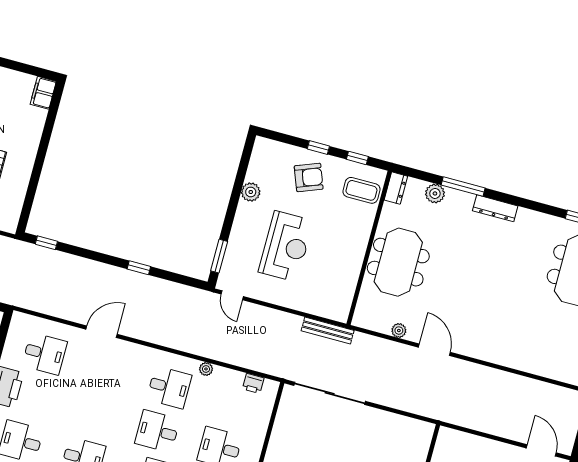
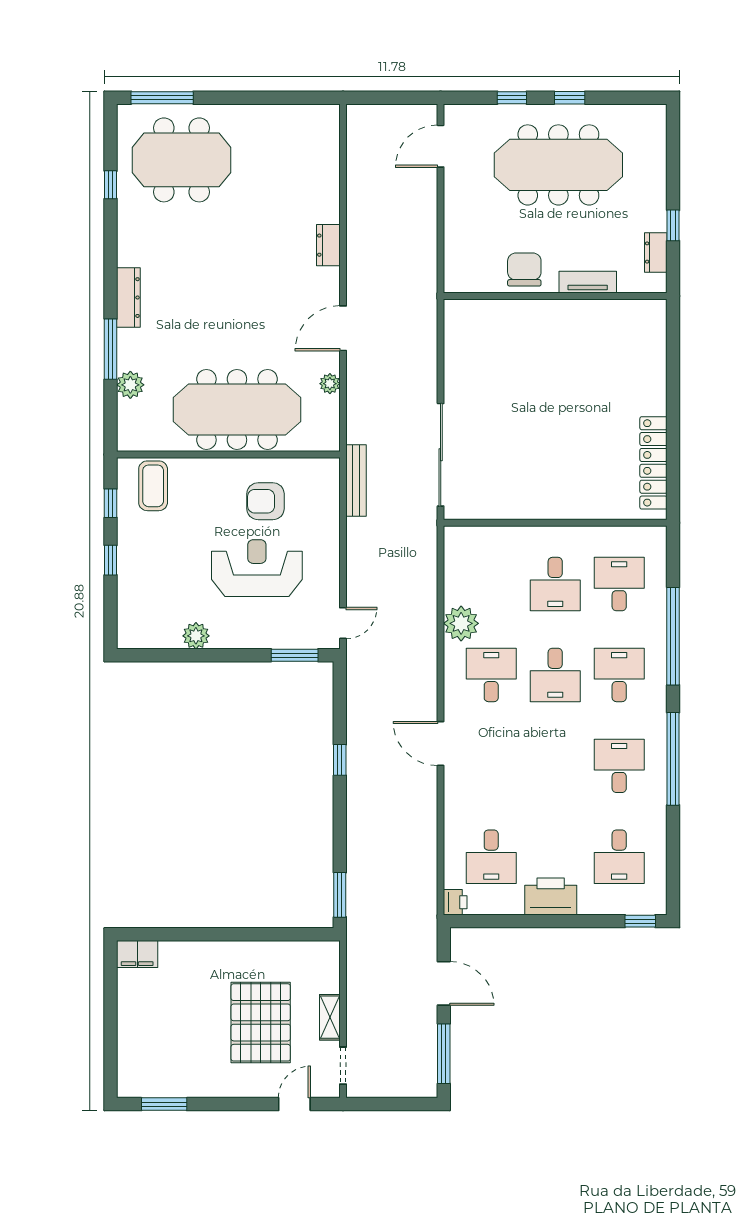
armchair: (309, 177) -> (265, 501), moved, turned -69
dresser: (396, 188) -> (328, 245), moved, turned -90
window: (46, 243) -> (340, 895), width x1.50
meeting table: (398, 262) -> (237, 409), width x1.36
door: (102, 332) -> (441, 744), moved
desk: (45, 354) -> (491, 857), turned 180
plant: (206, 369) -> (461, 623), width x1.88, depth x1.88
printer: (253, 383) -> (455, 902), moved

